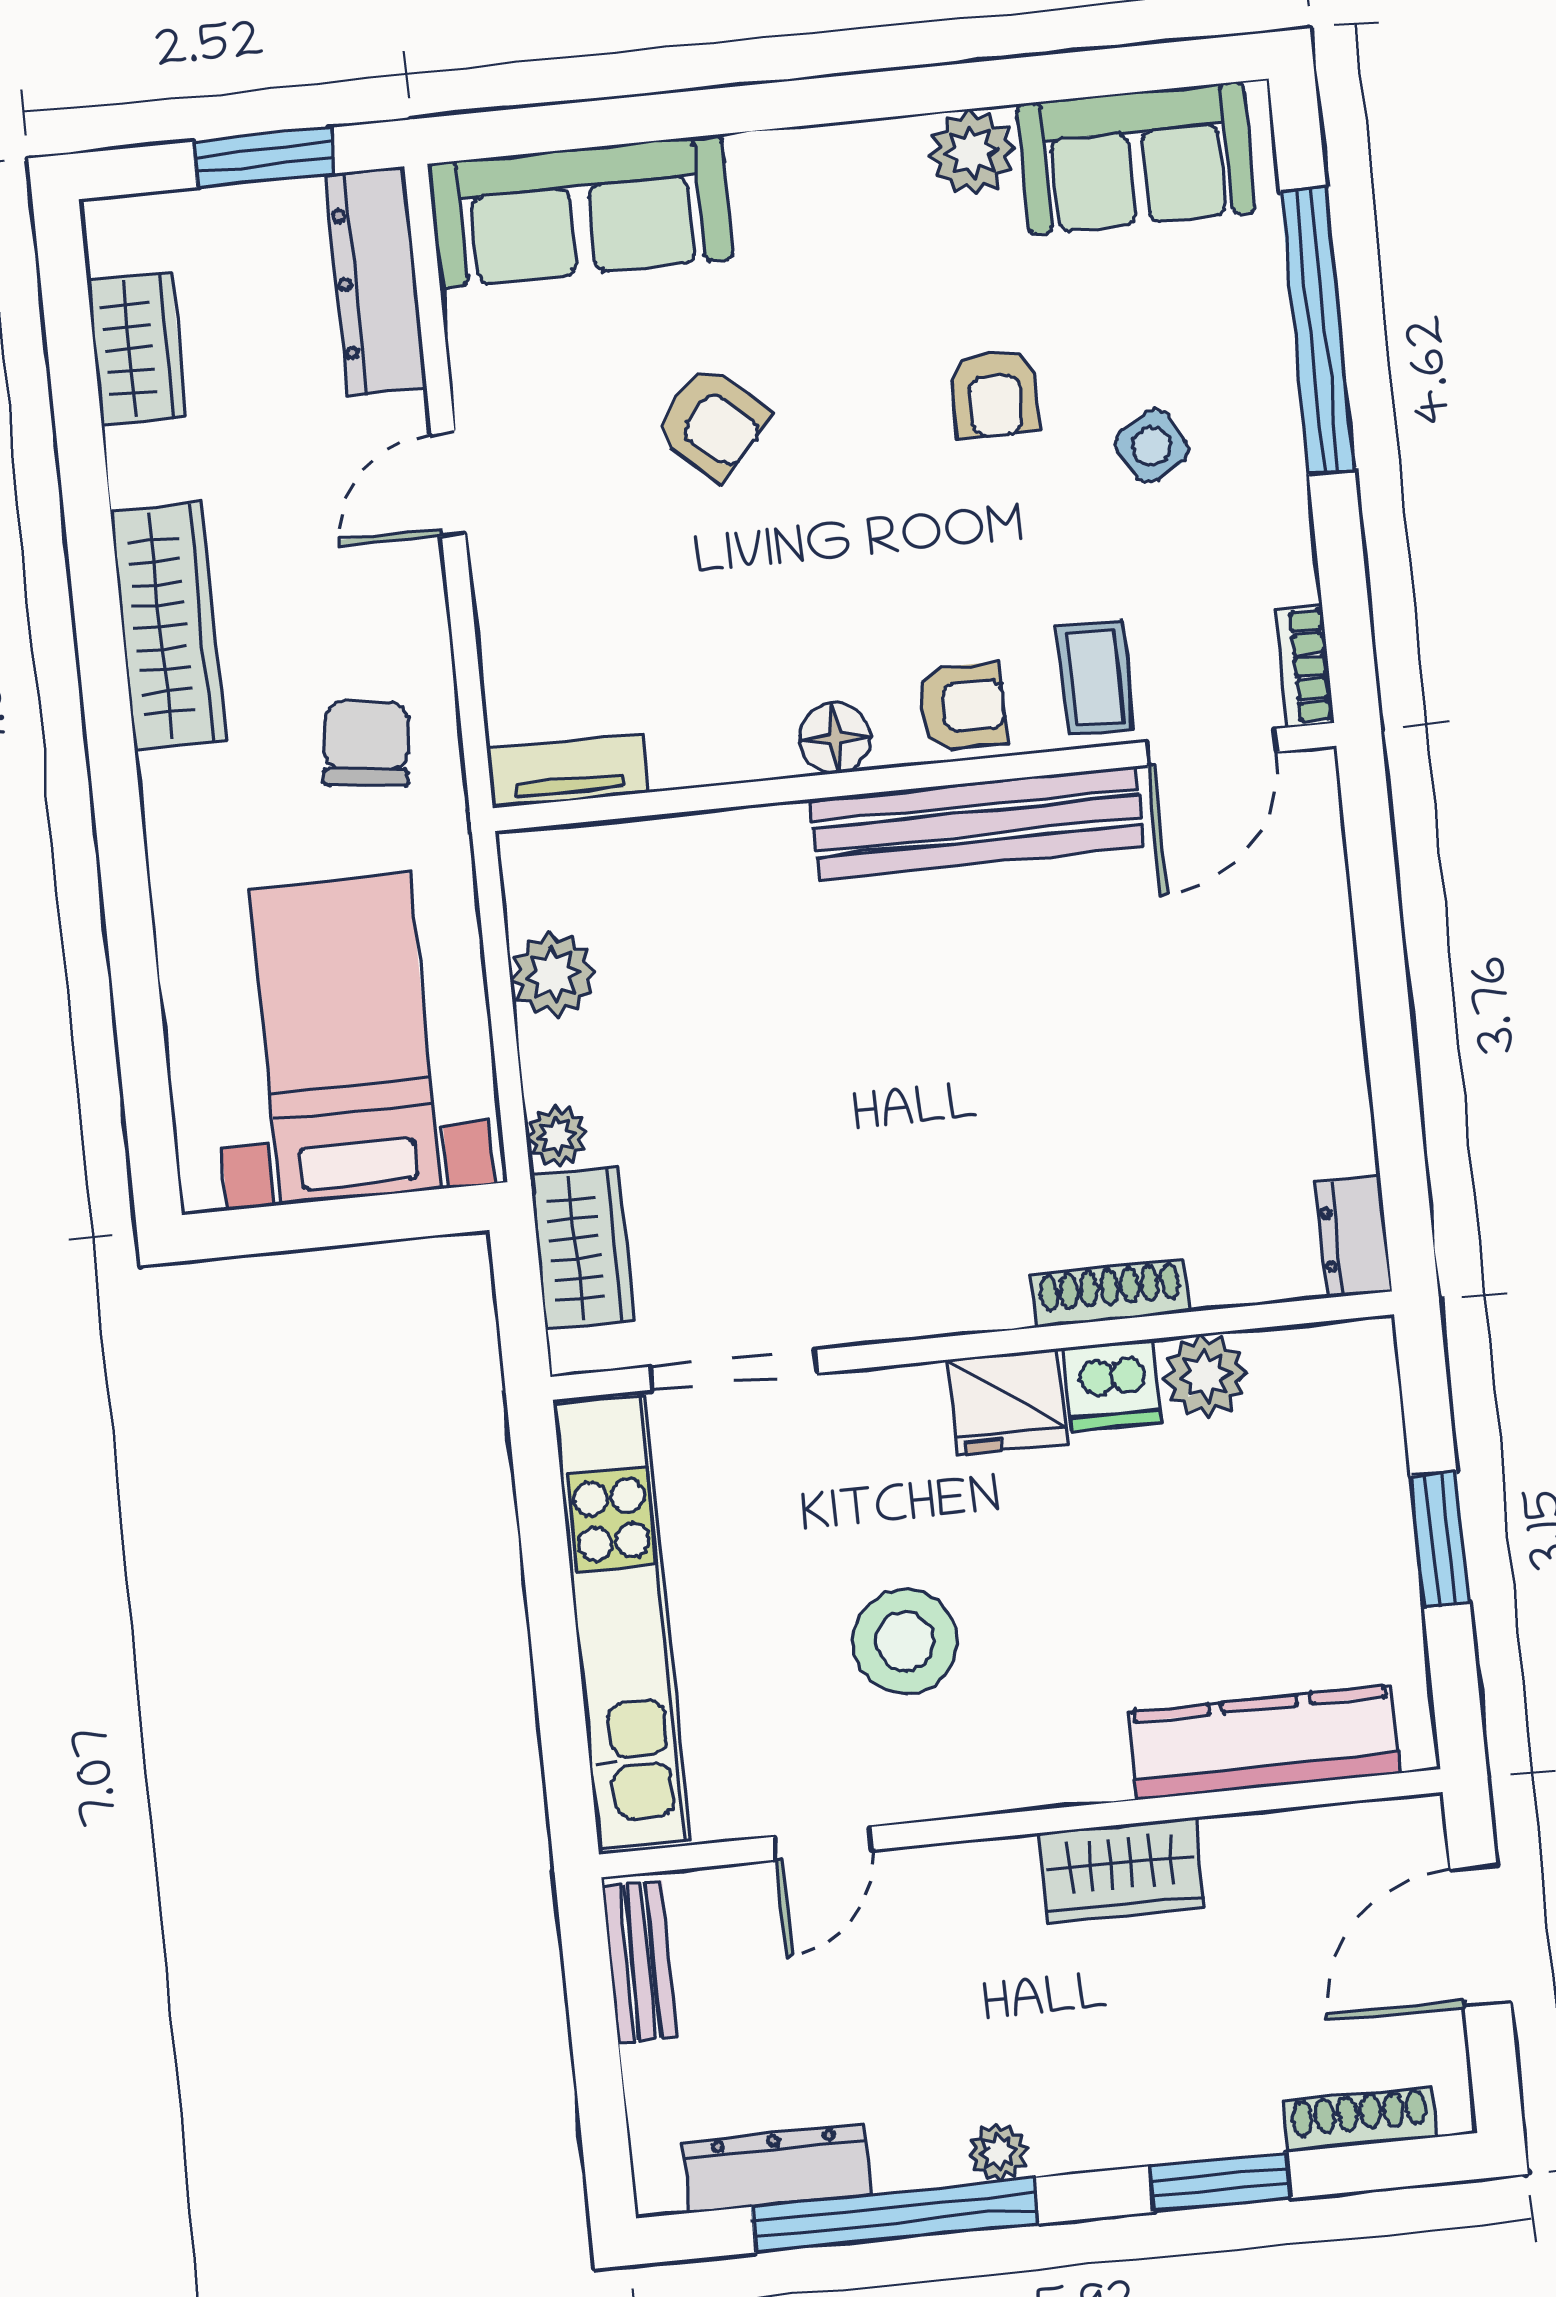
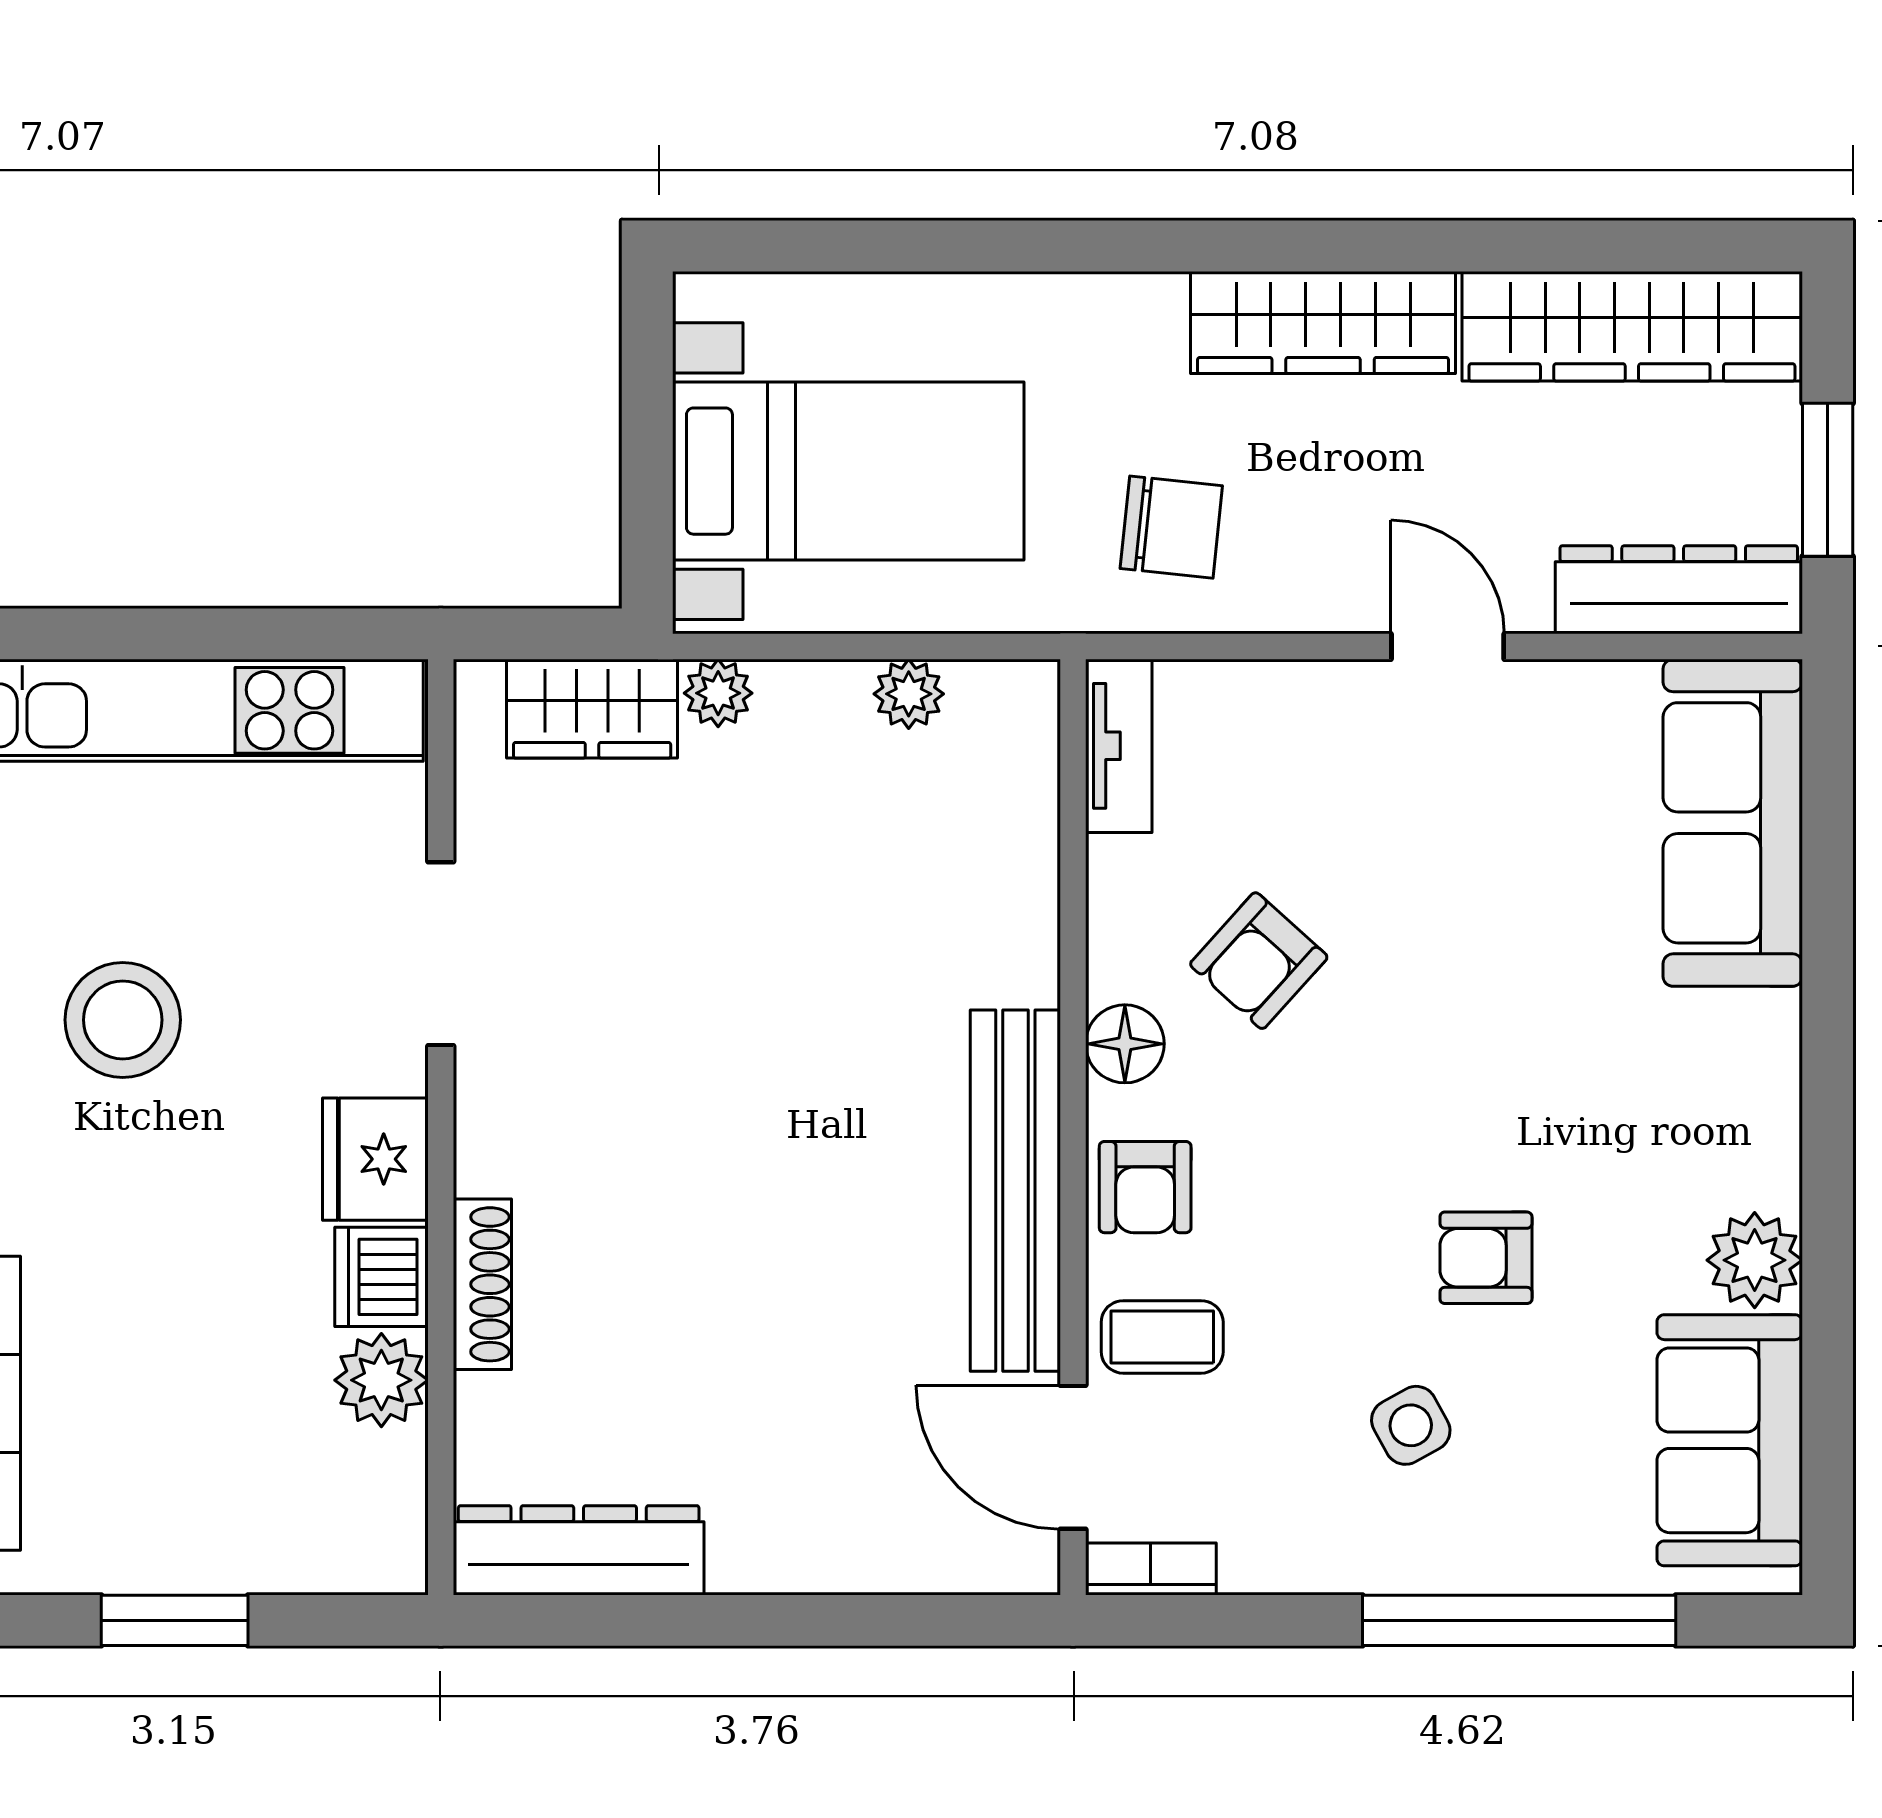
wardrobe: (136, 348) -> (1632, 326), width x2.10, depth x1.17
armchair: (711, 423) -> (1259, 961), moved
plant: (553, 975) -> (909, 694), width x0.73, depth x0.73
dresser: (1354, 1237) -> (579, 1550), width x1.96, depth x1.24
doorway: (734, 1370) -> (441, 954), moved

